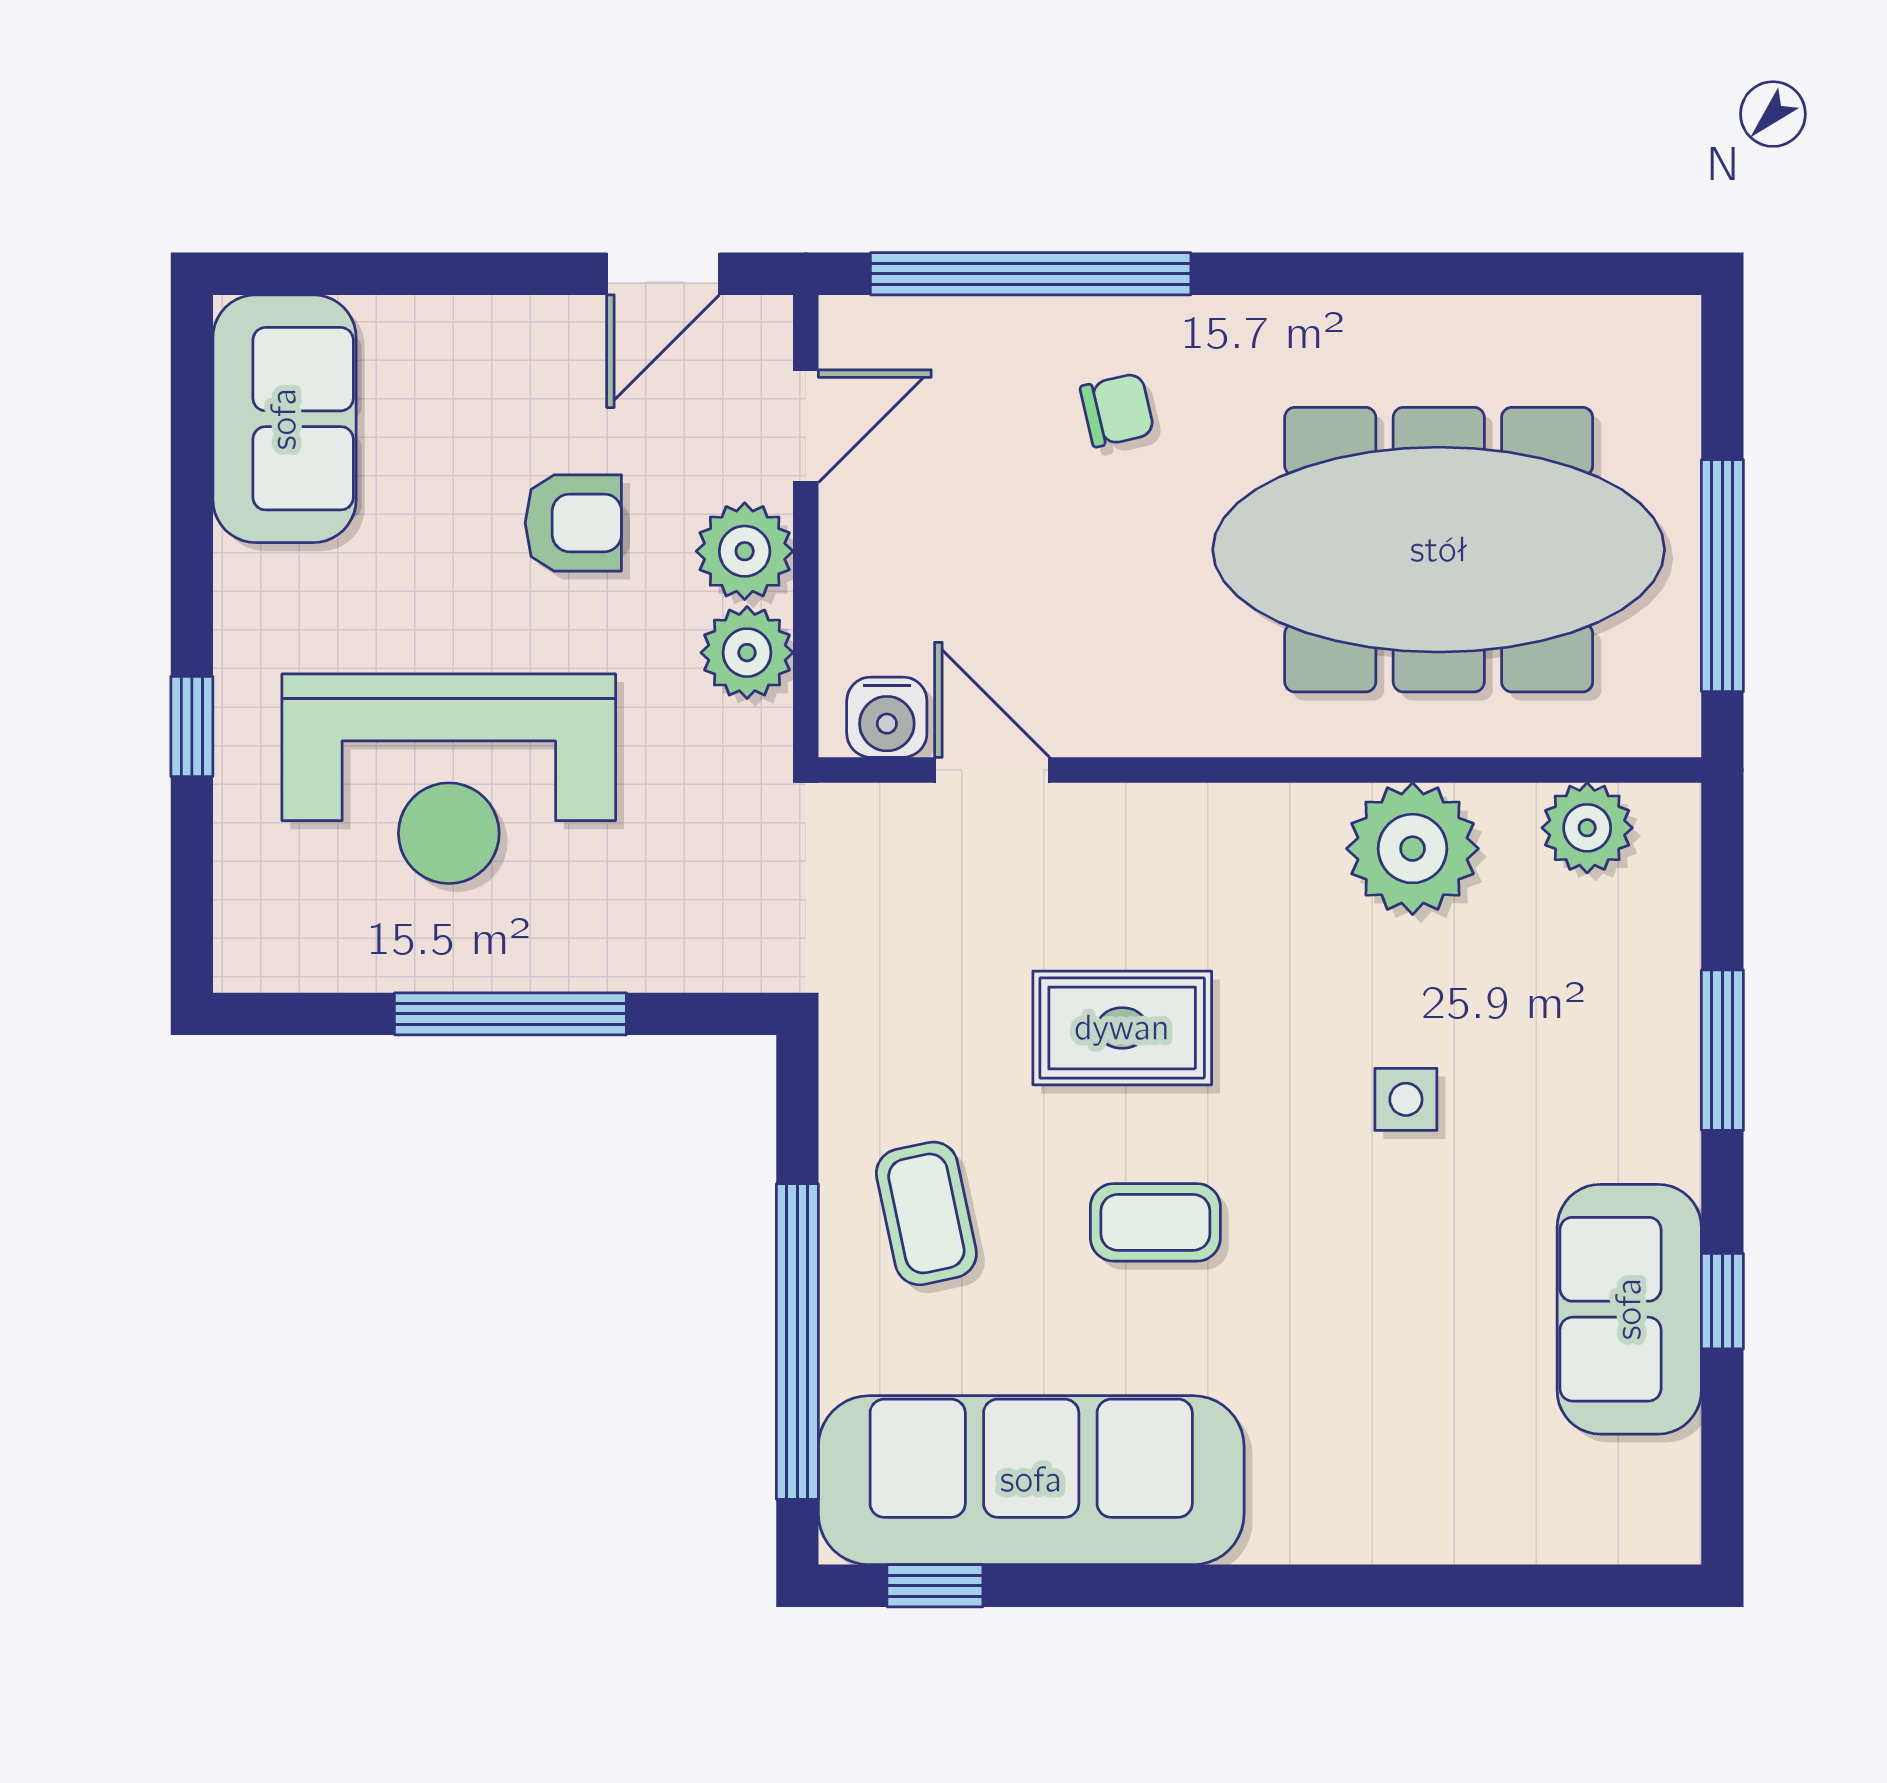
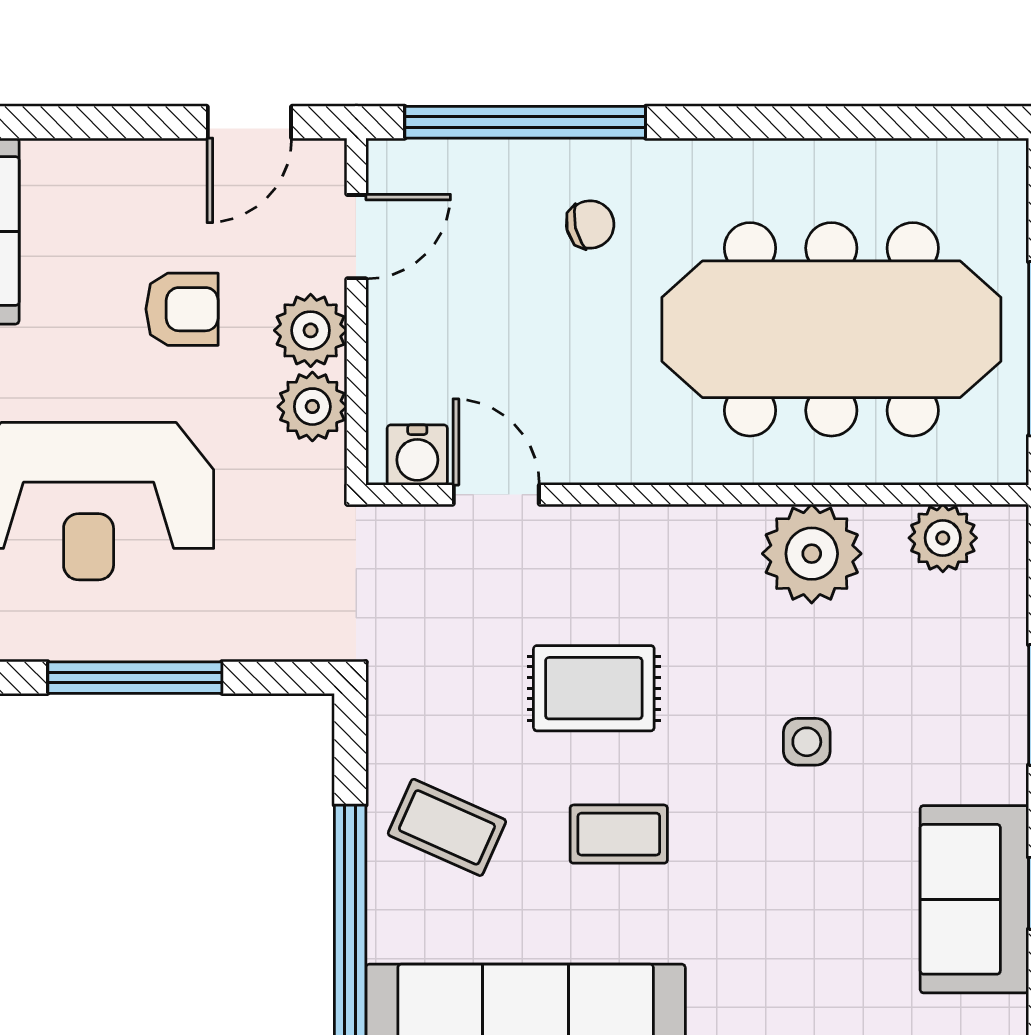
coffee table: (926, 1213) -> (447, 827), turned -54

